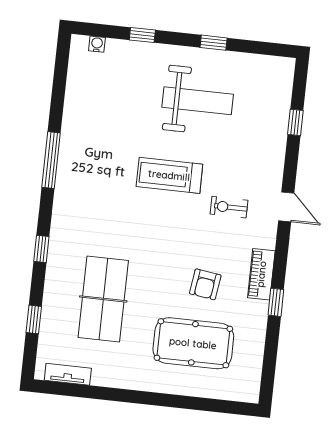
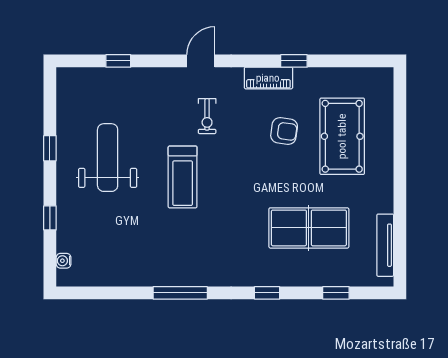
tv unit: (68, 374) -> (385, 245), width x1.41

